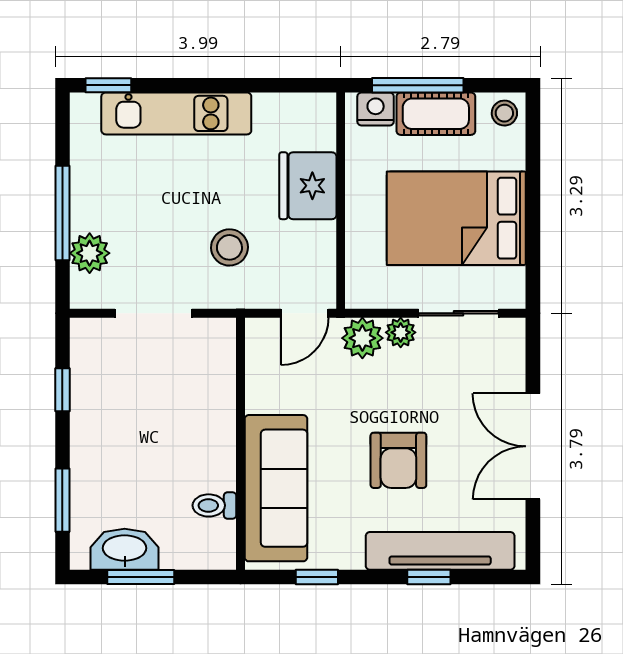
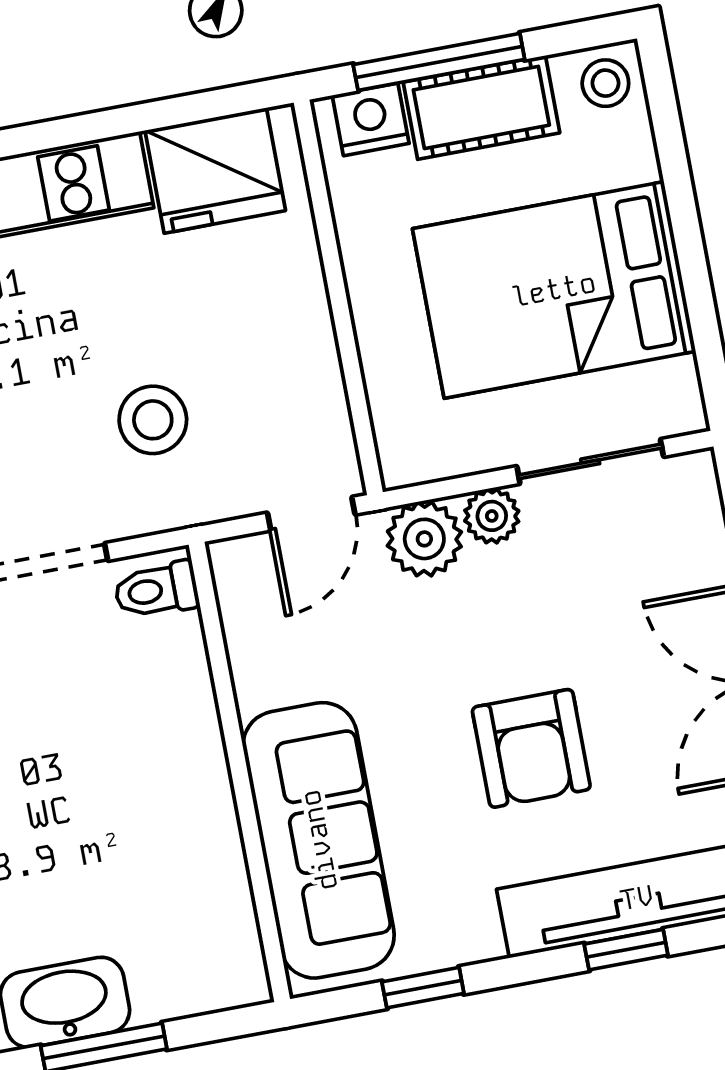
fridge: (308, 186) -> (215, 170), moved, turned -90
toilet: (214, 505) -> (156, 590), moved

